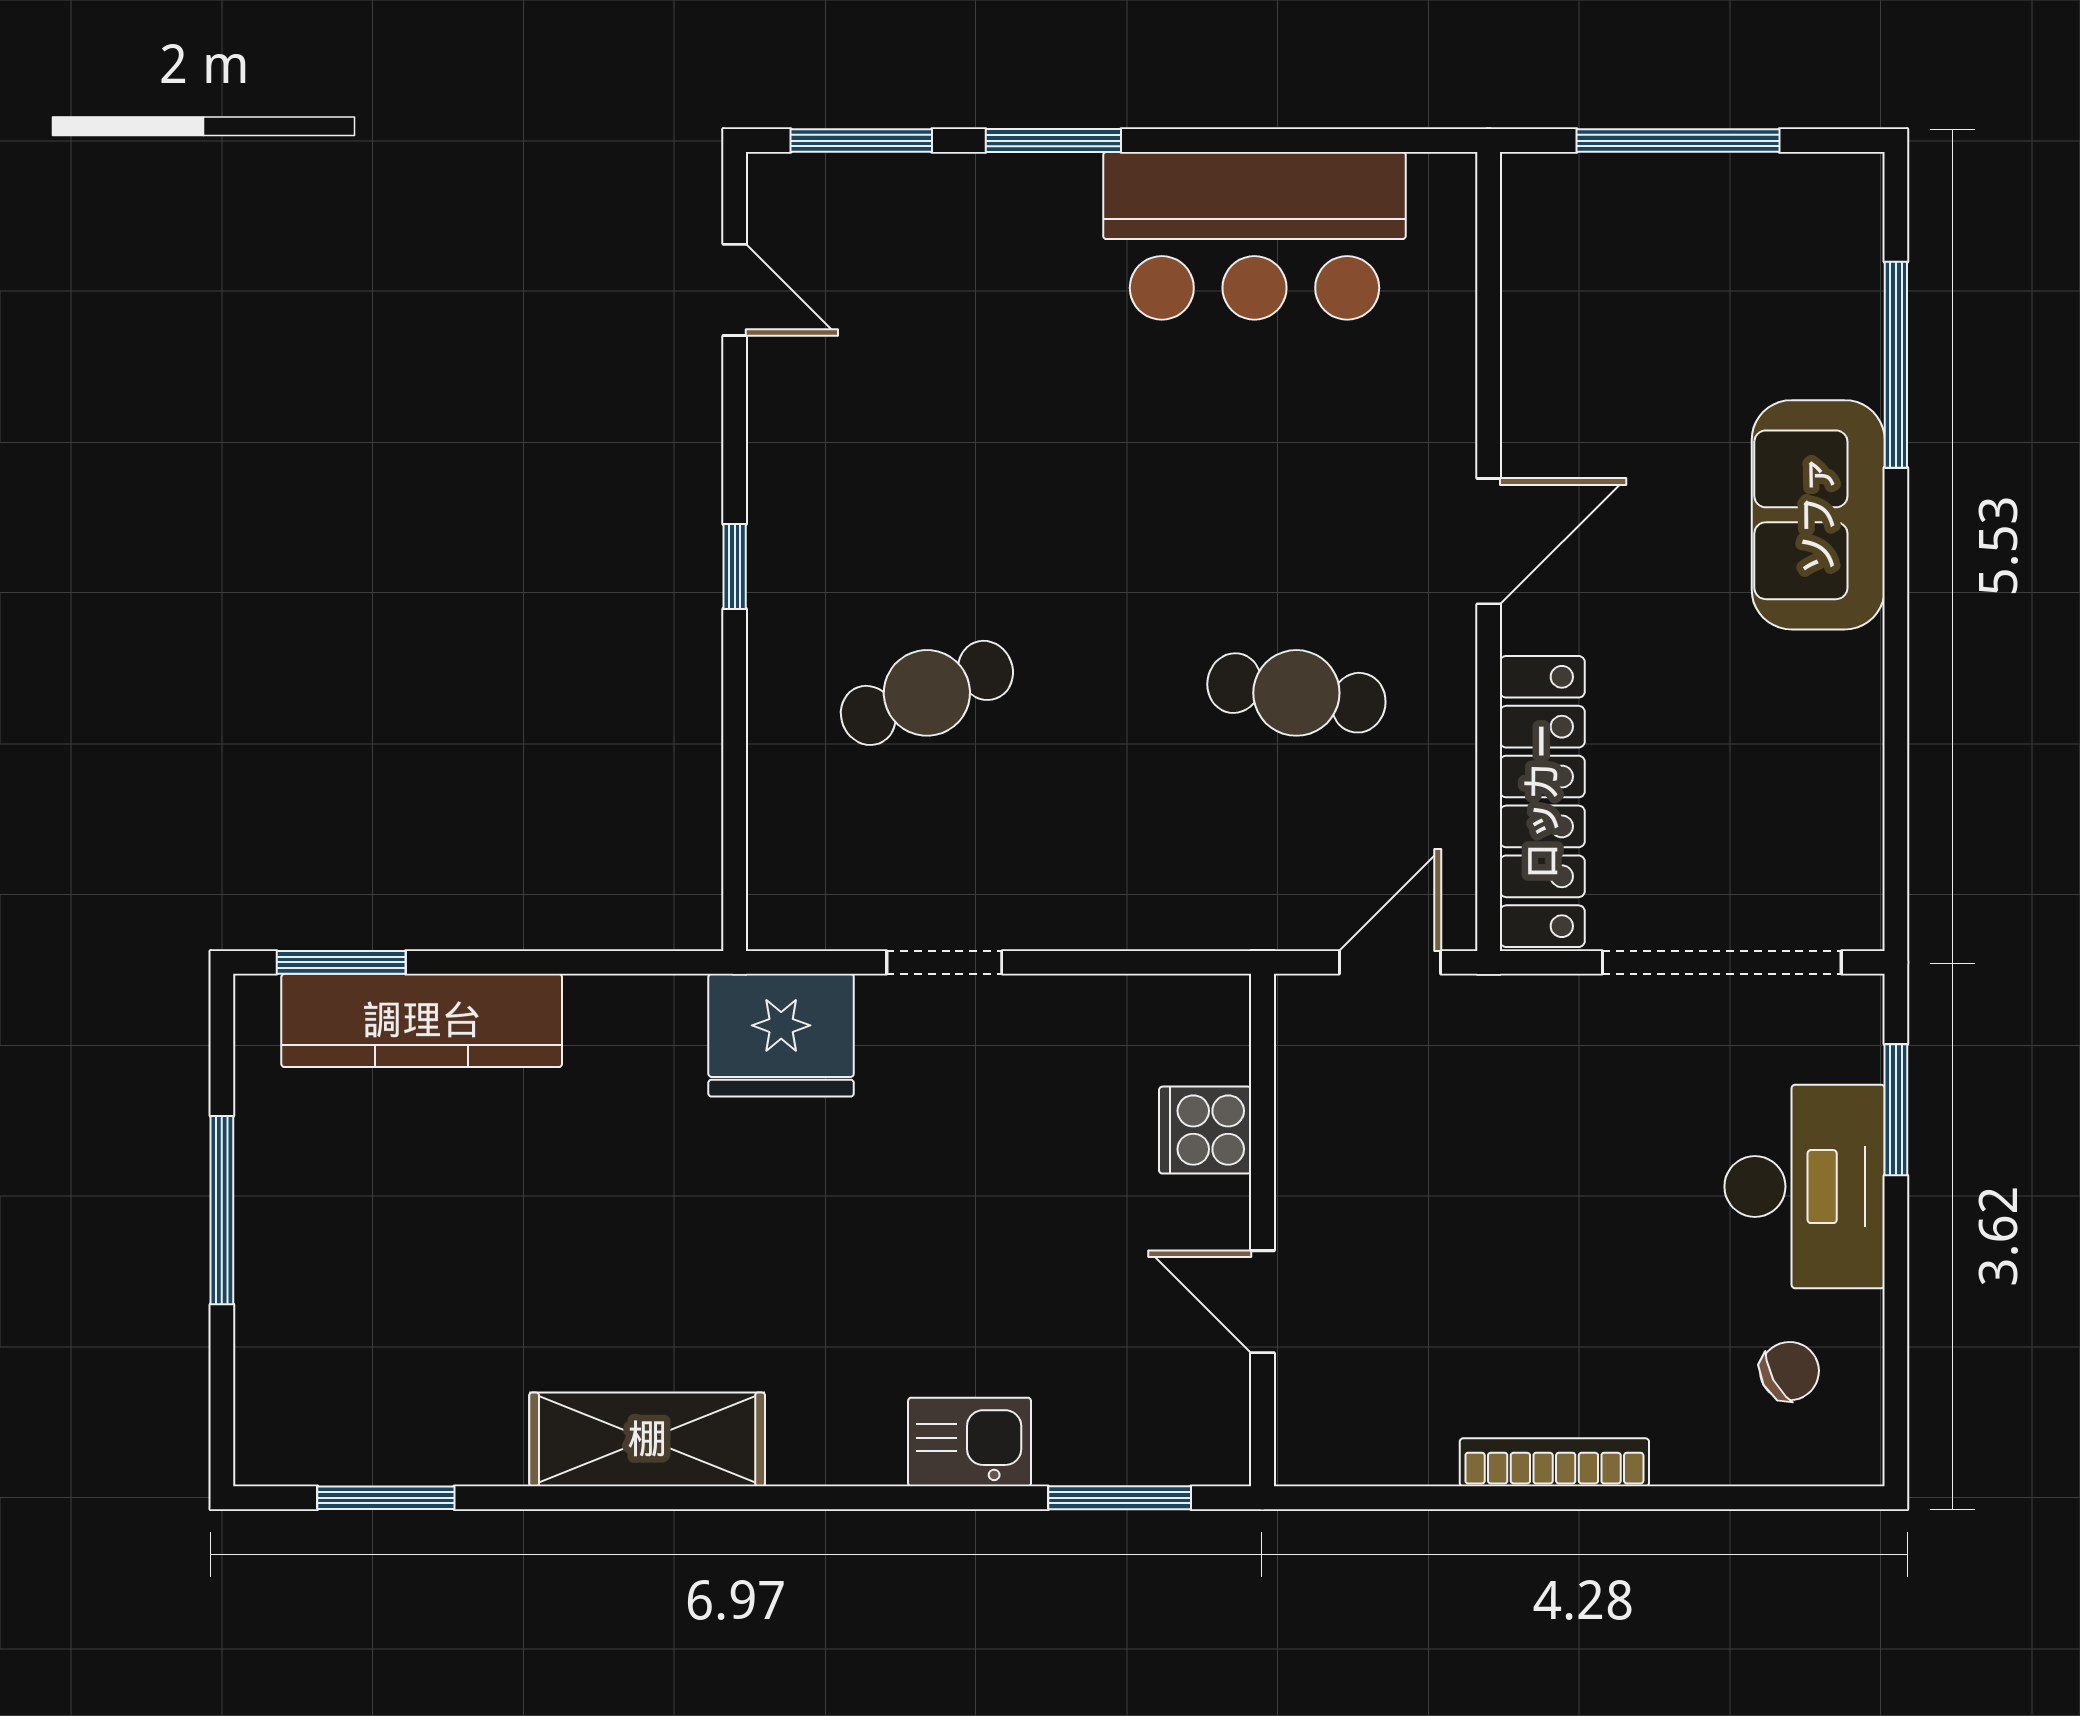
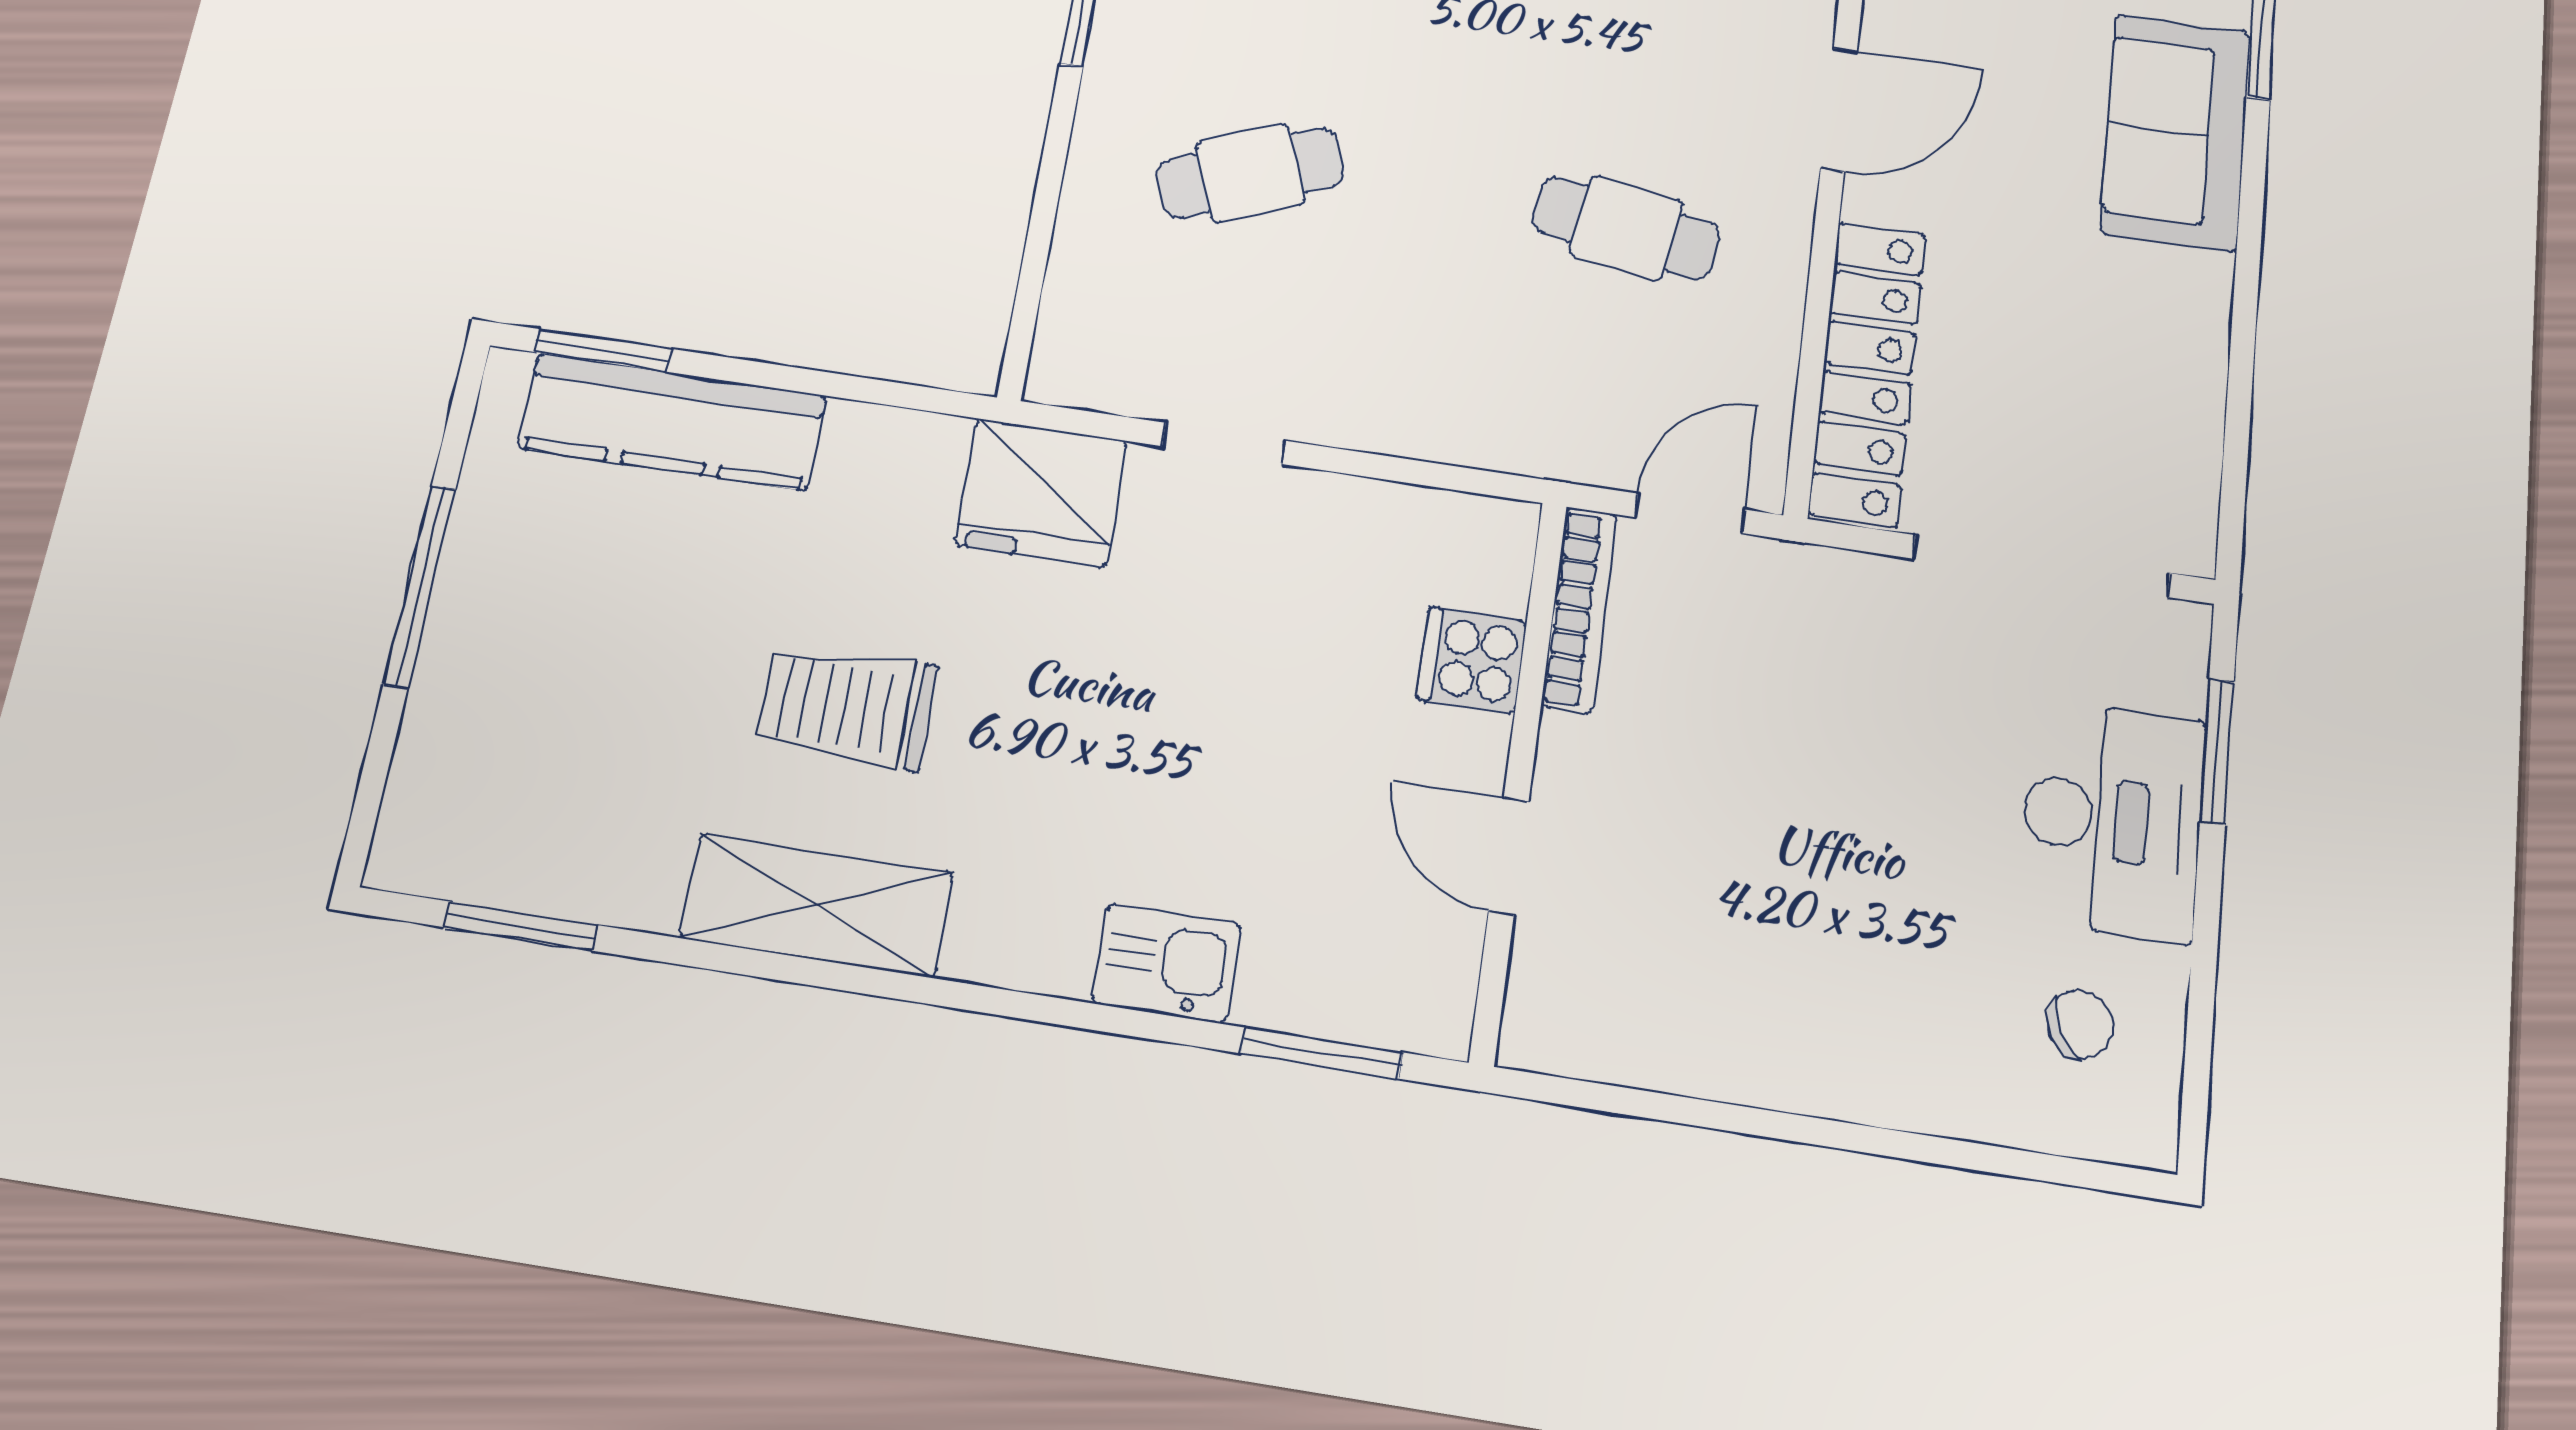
trolley: (639, 1260) -> (847, 706), added
bookcase: (1554, 1462) -> (1579, 609), moved, turned 90

